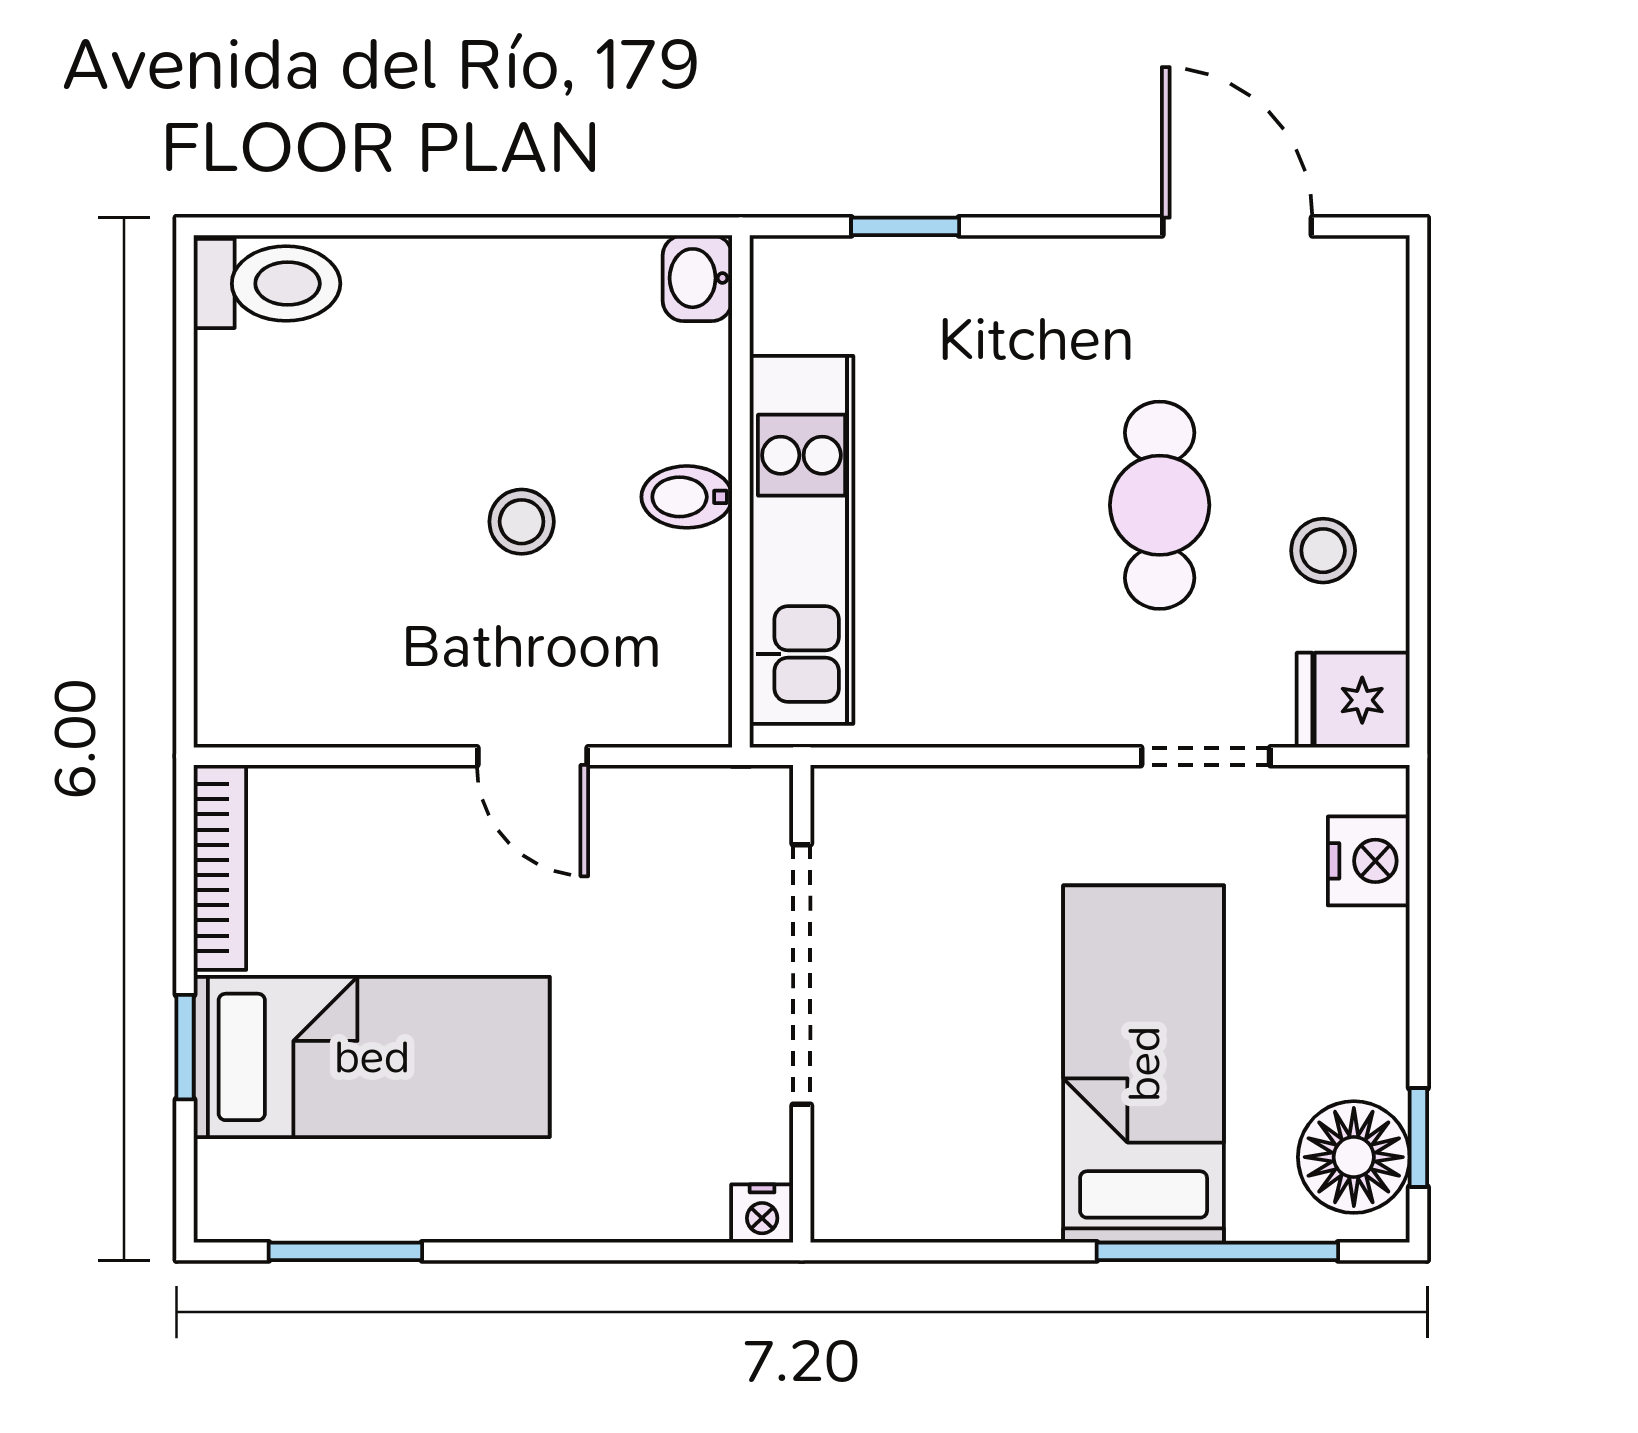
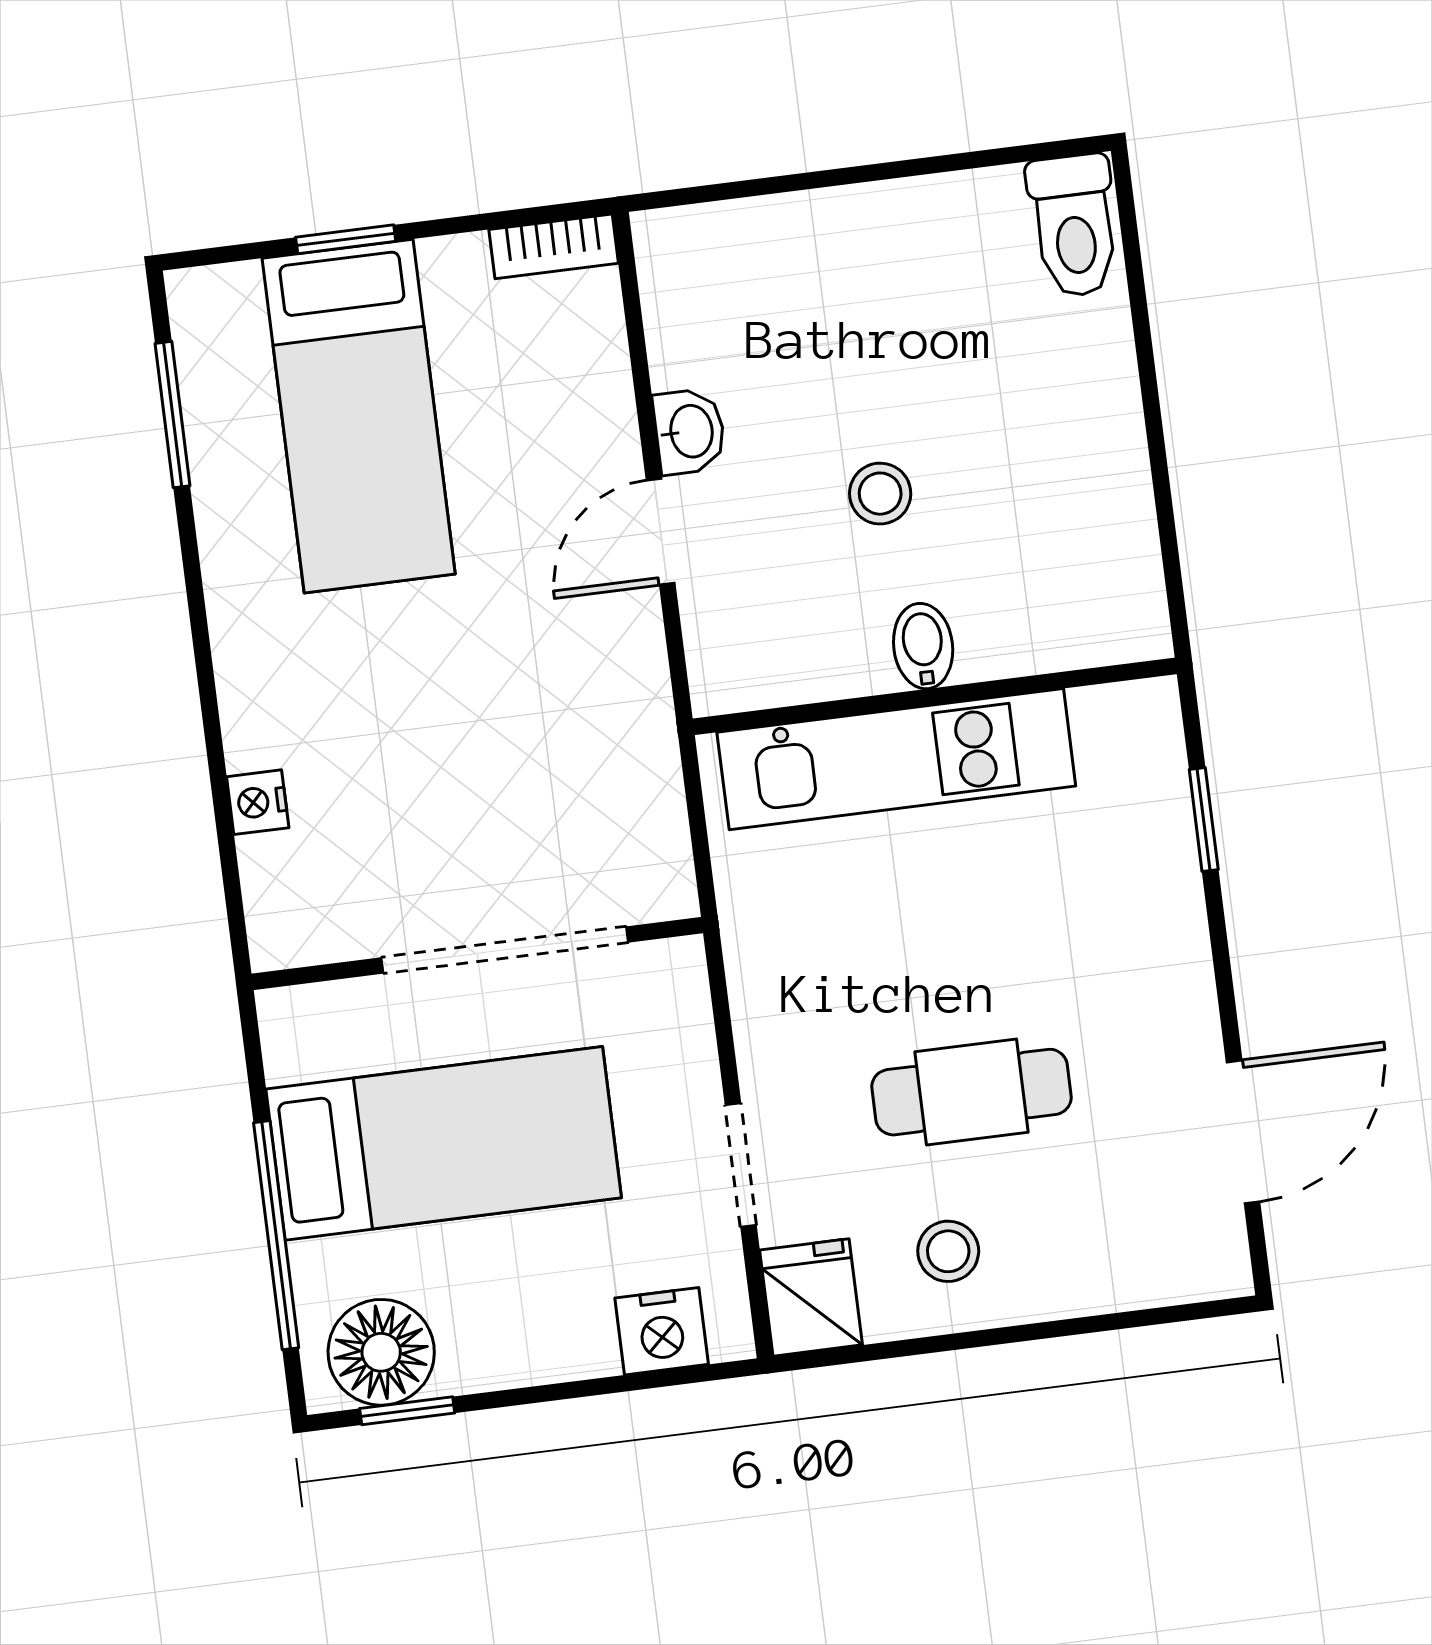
washbasin: (697, 278) -> (690, 431), moved, turned 90
bookcase: (220, 867) -> (554, 246), width x0.64
doorway: (802, 975) -> (505, 950), moved
wall: (802, 1004) -> (477, 953), moved

